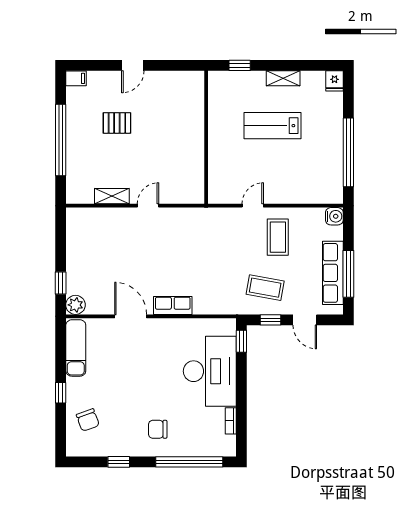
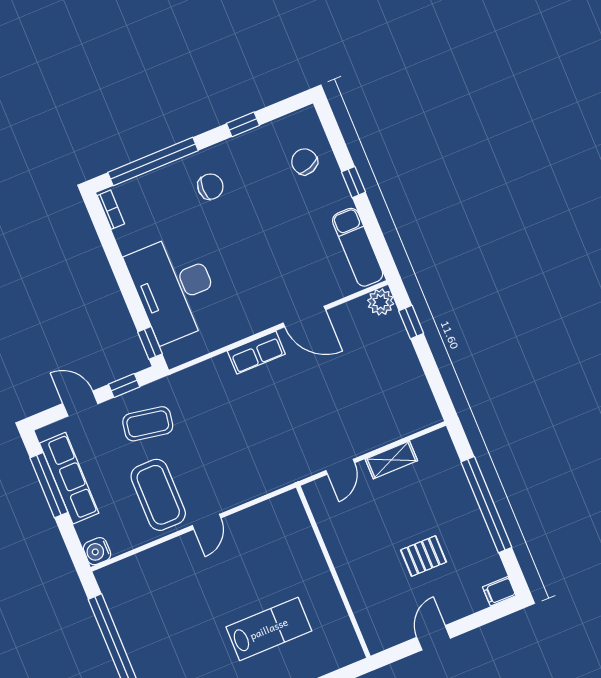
lab bench: (272, 126) -> (269, 629), moved
wall: (206, 137) -> (333, 572), moved
coffee table: (278, 237) -> (158, 495), width x1.36, depth x1.32
bookcase: (231, 421) -> (111, 210), moved

